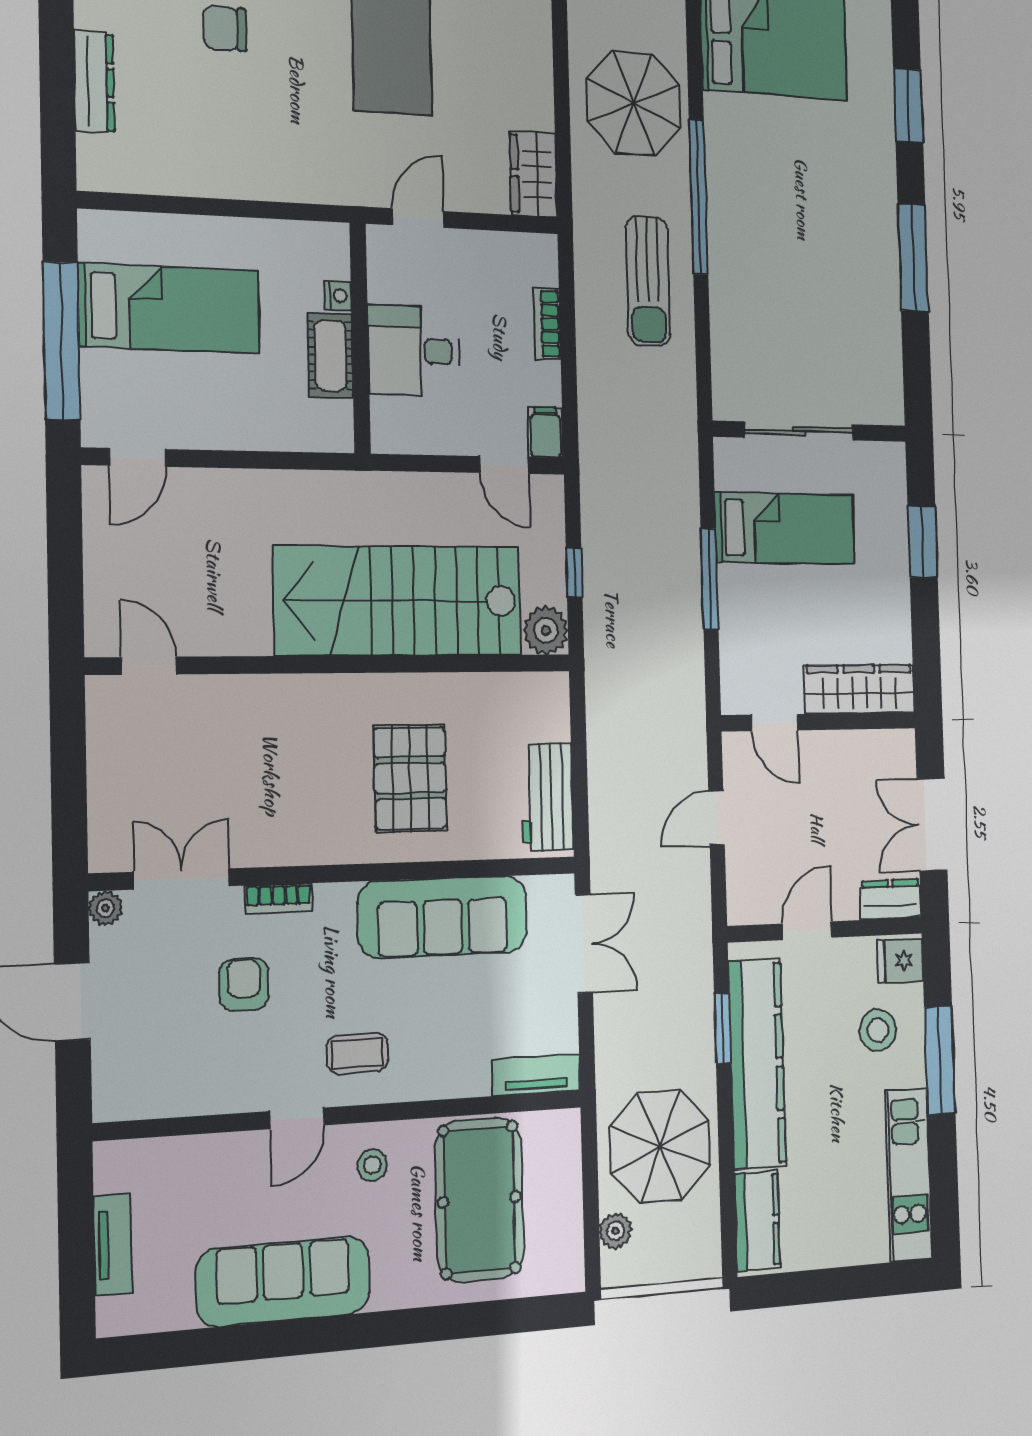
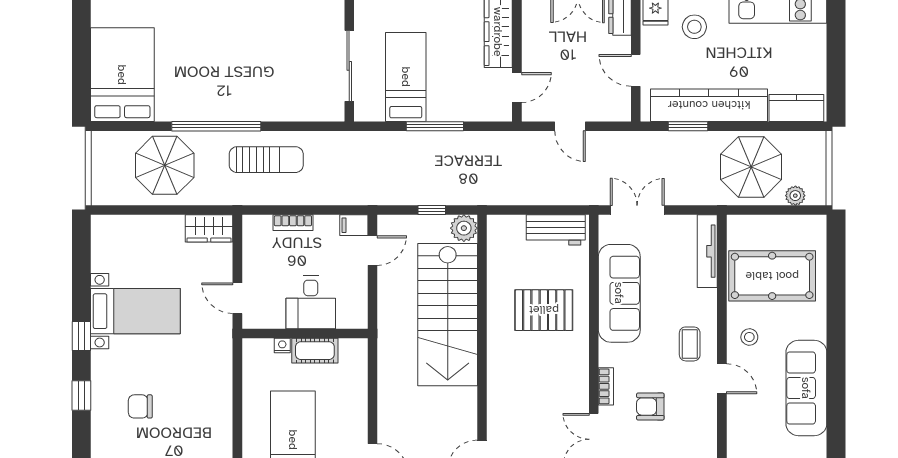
chair: (225, 28) -> (140, 406), turned 90
tv unit: (536, 1075) -> (707, 251), width x1.41

